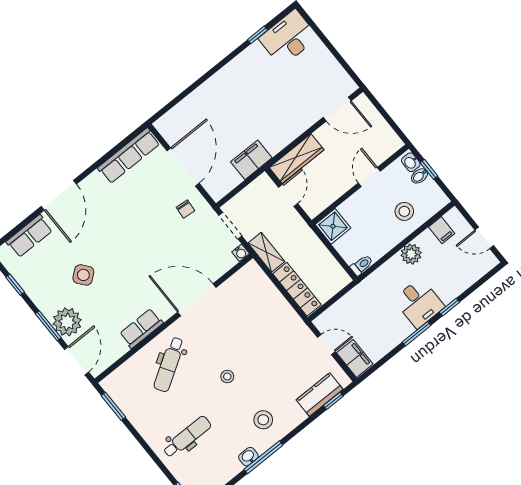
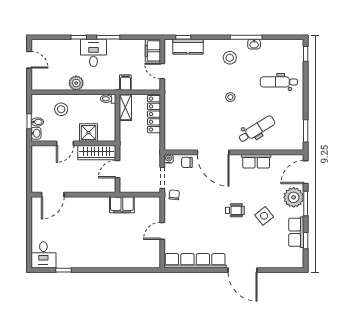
desk: (288, 38) -> (43, 255), width x0.73
door: (337, 109) -> (53, 195), swing flipped
row of seats: (129, 156) -> (195, 261), width x1.36
wardrobe: (297, 159) -> (97, 153), moved, turned 180
door: (183, 167) -> (162, 231), width x0.53
door: (59, 195) -> (242, 270), swing flipped
chair: (185, 209) -> (174, 195), moved
shower: (333, 226) -> (89, 133), moved
filing cabinet: (442, 230) -> (125, 83), moved
row of seats: (29, 236) -> (296, 232), moved, turned -90
shelving: (266, 252) -> (125, 107), moved
wheelchair: (121, 255) -> (235, 210), added
chair: (217, 265) -> (187, 162), added

